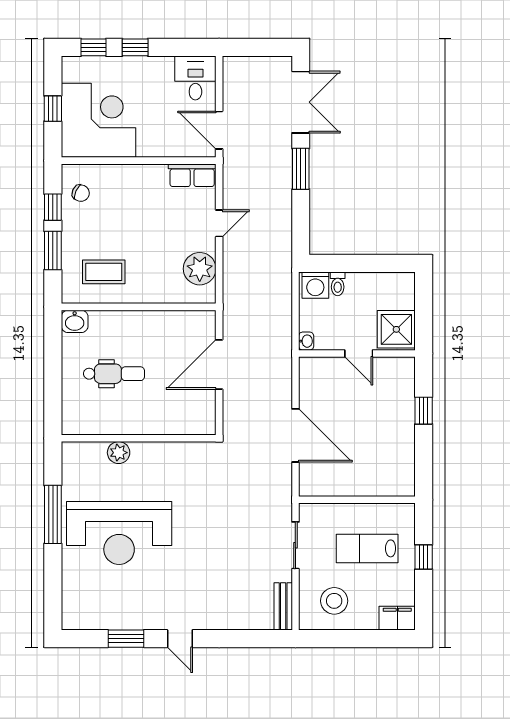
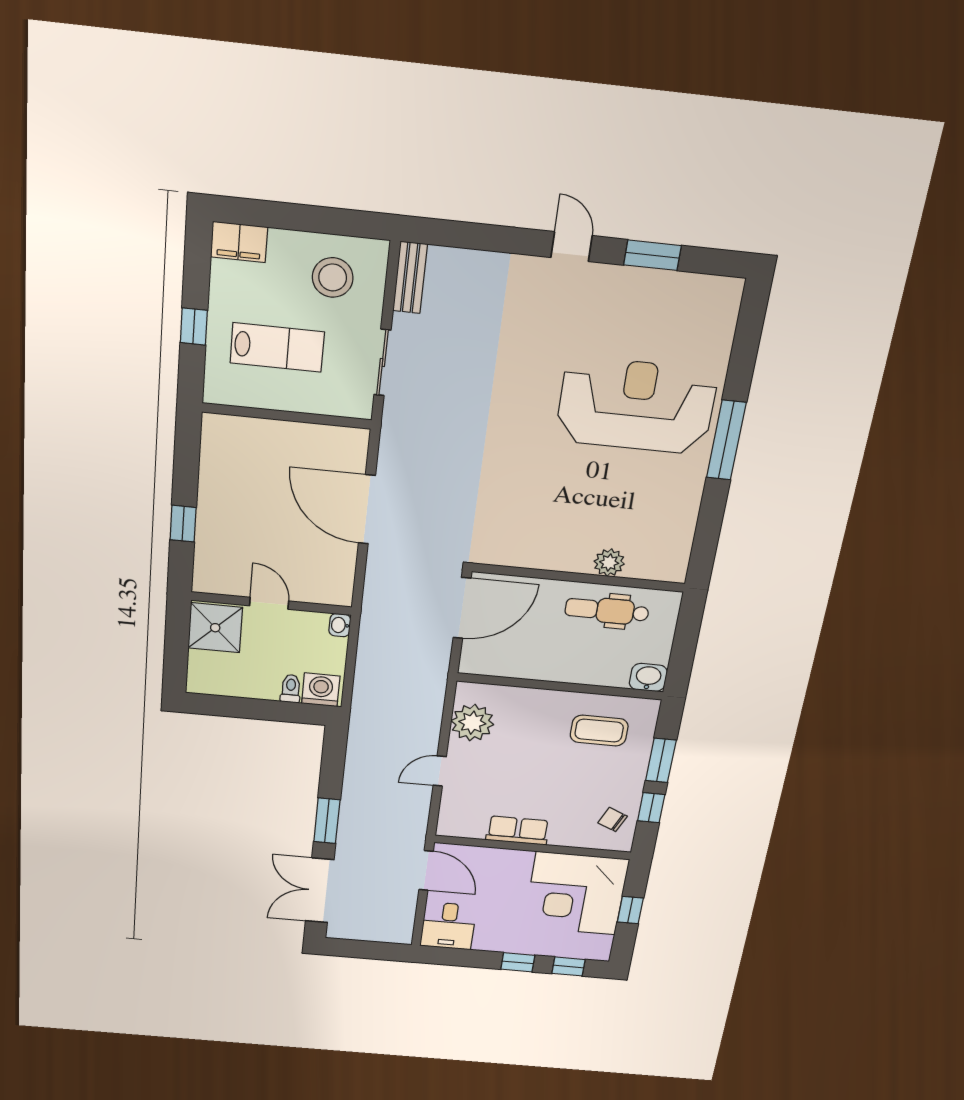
row of seats: (192, 175) -> (518, 830), moved
wall: (139, 438) -> (579, 578), moved
plant: (119, 453) -> (609, 563), moved

